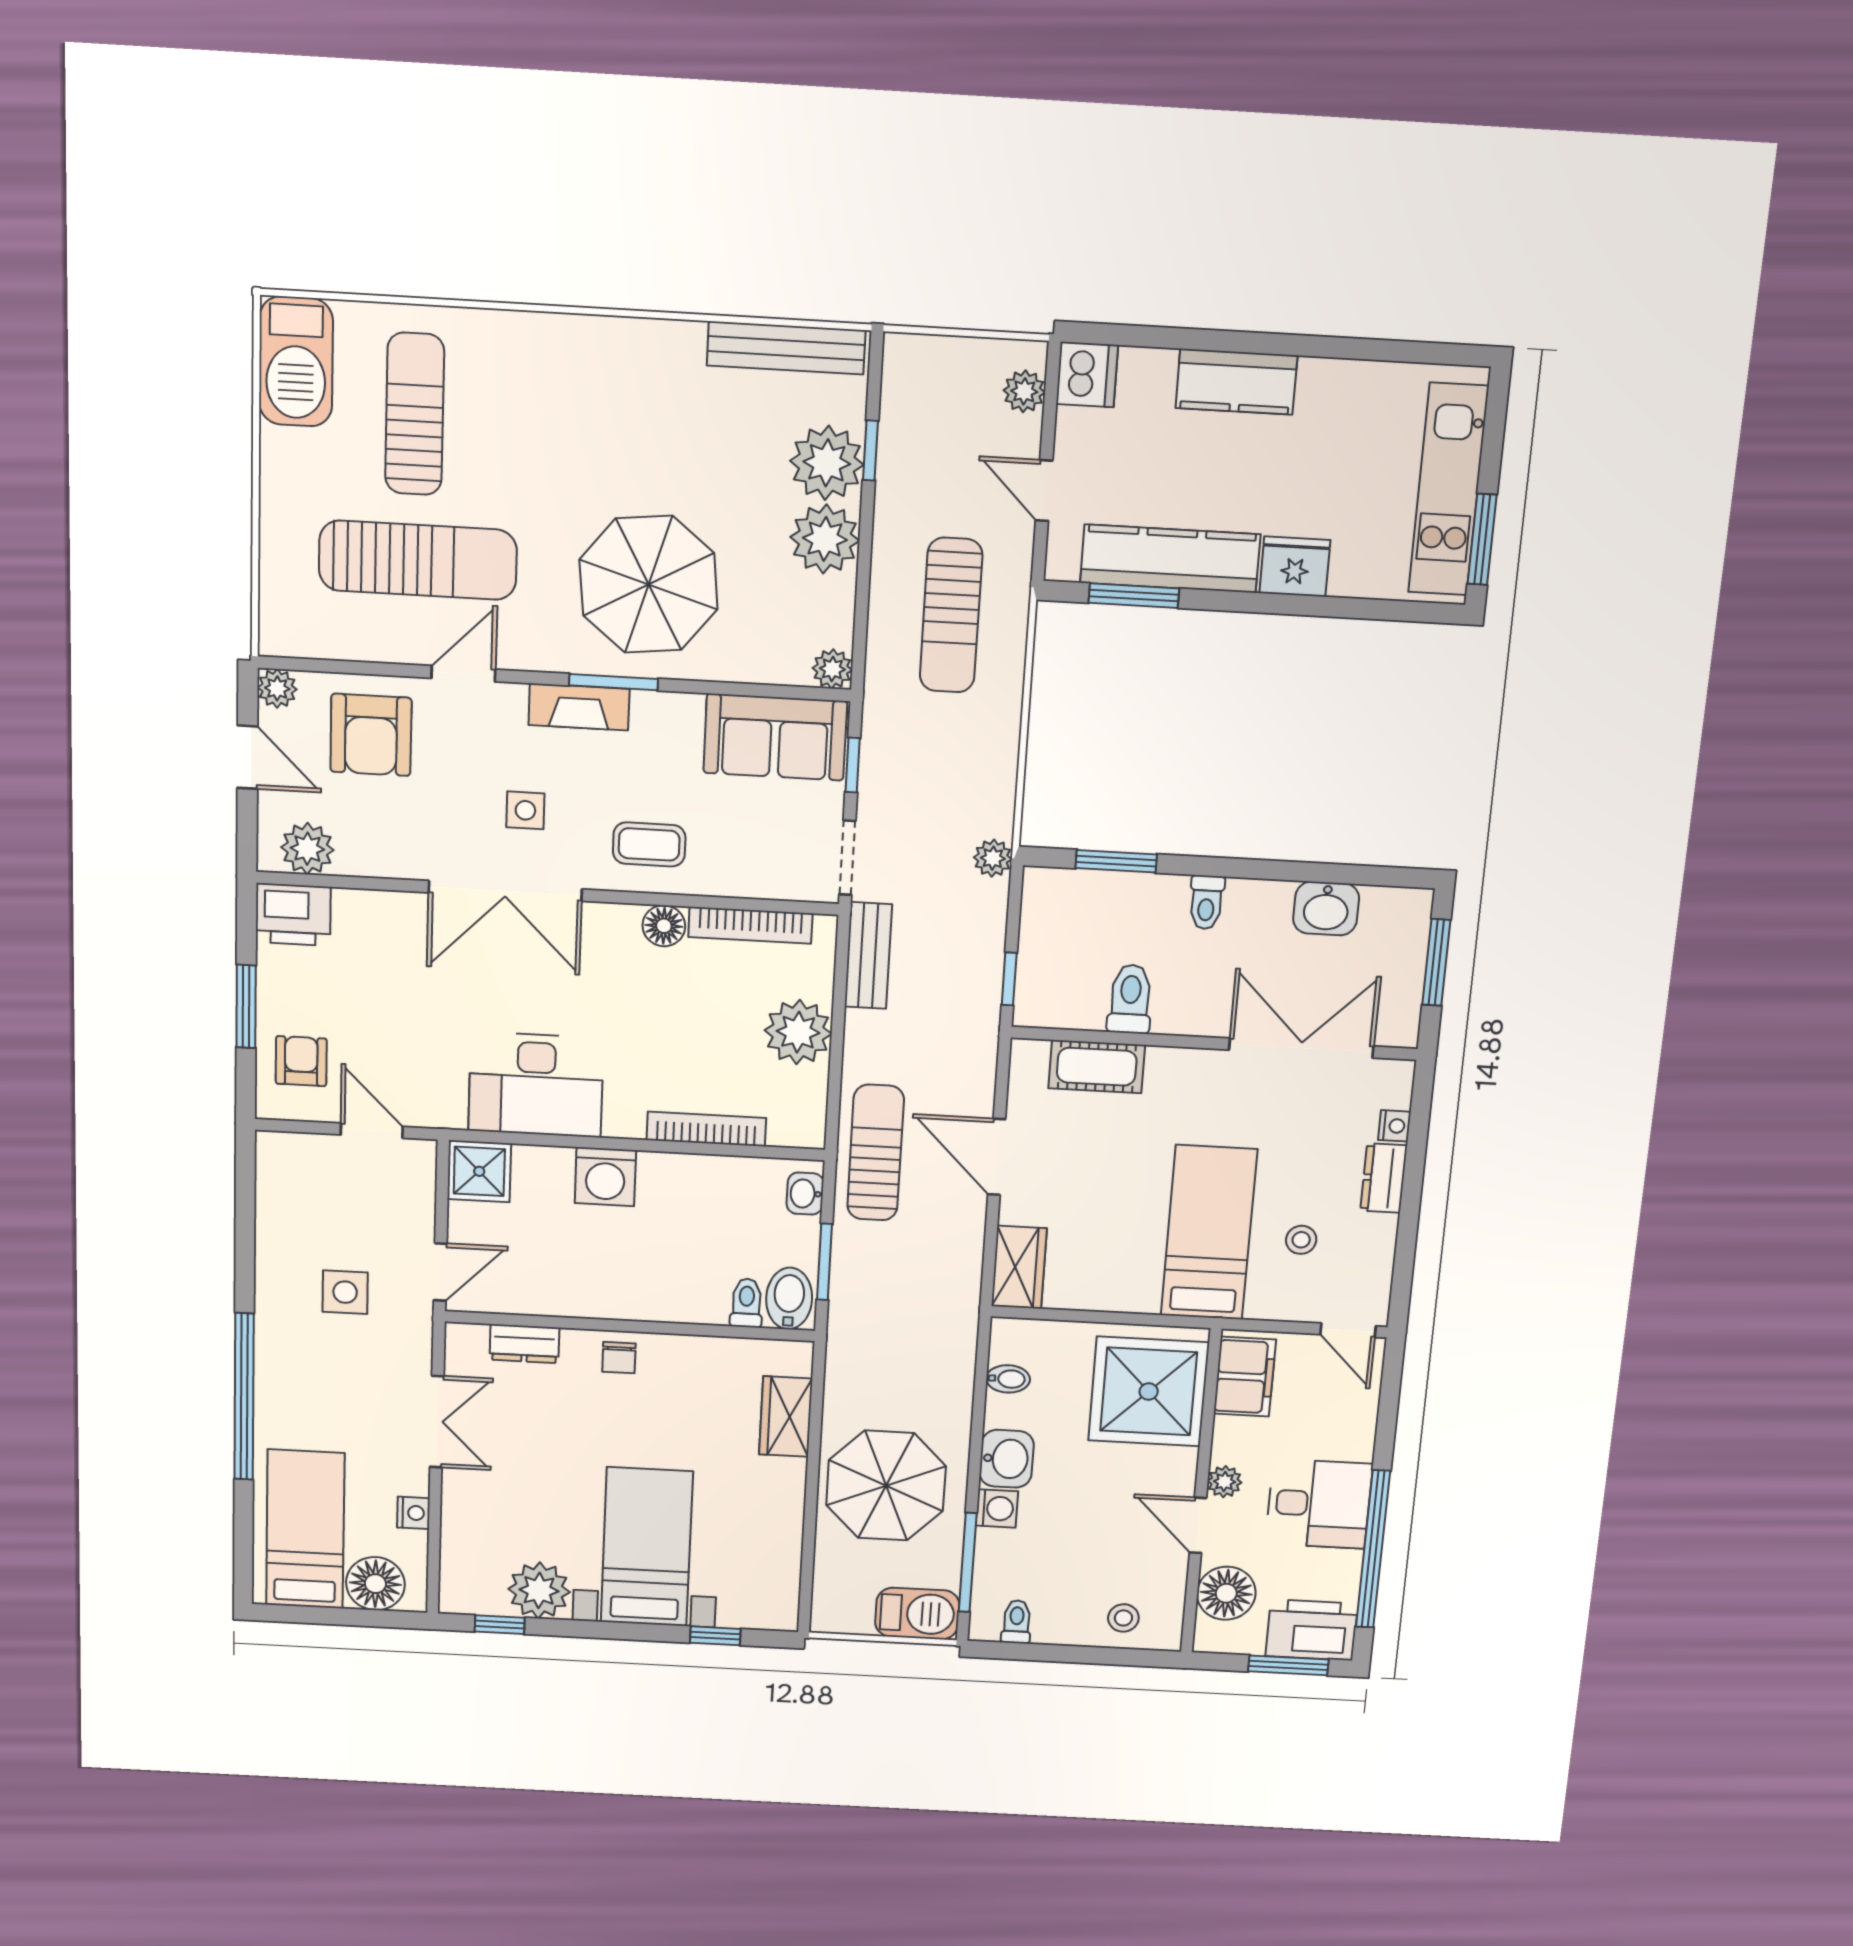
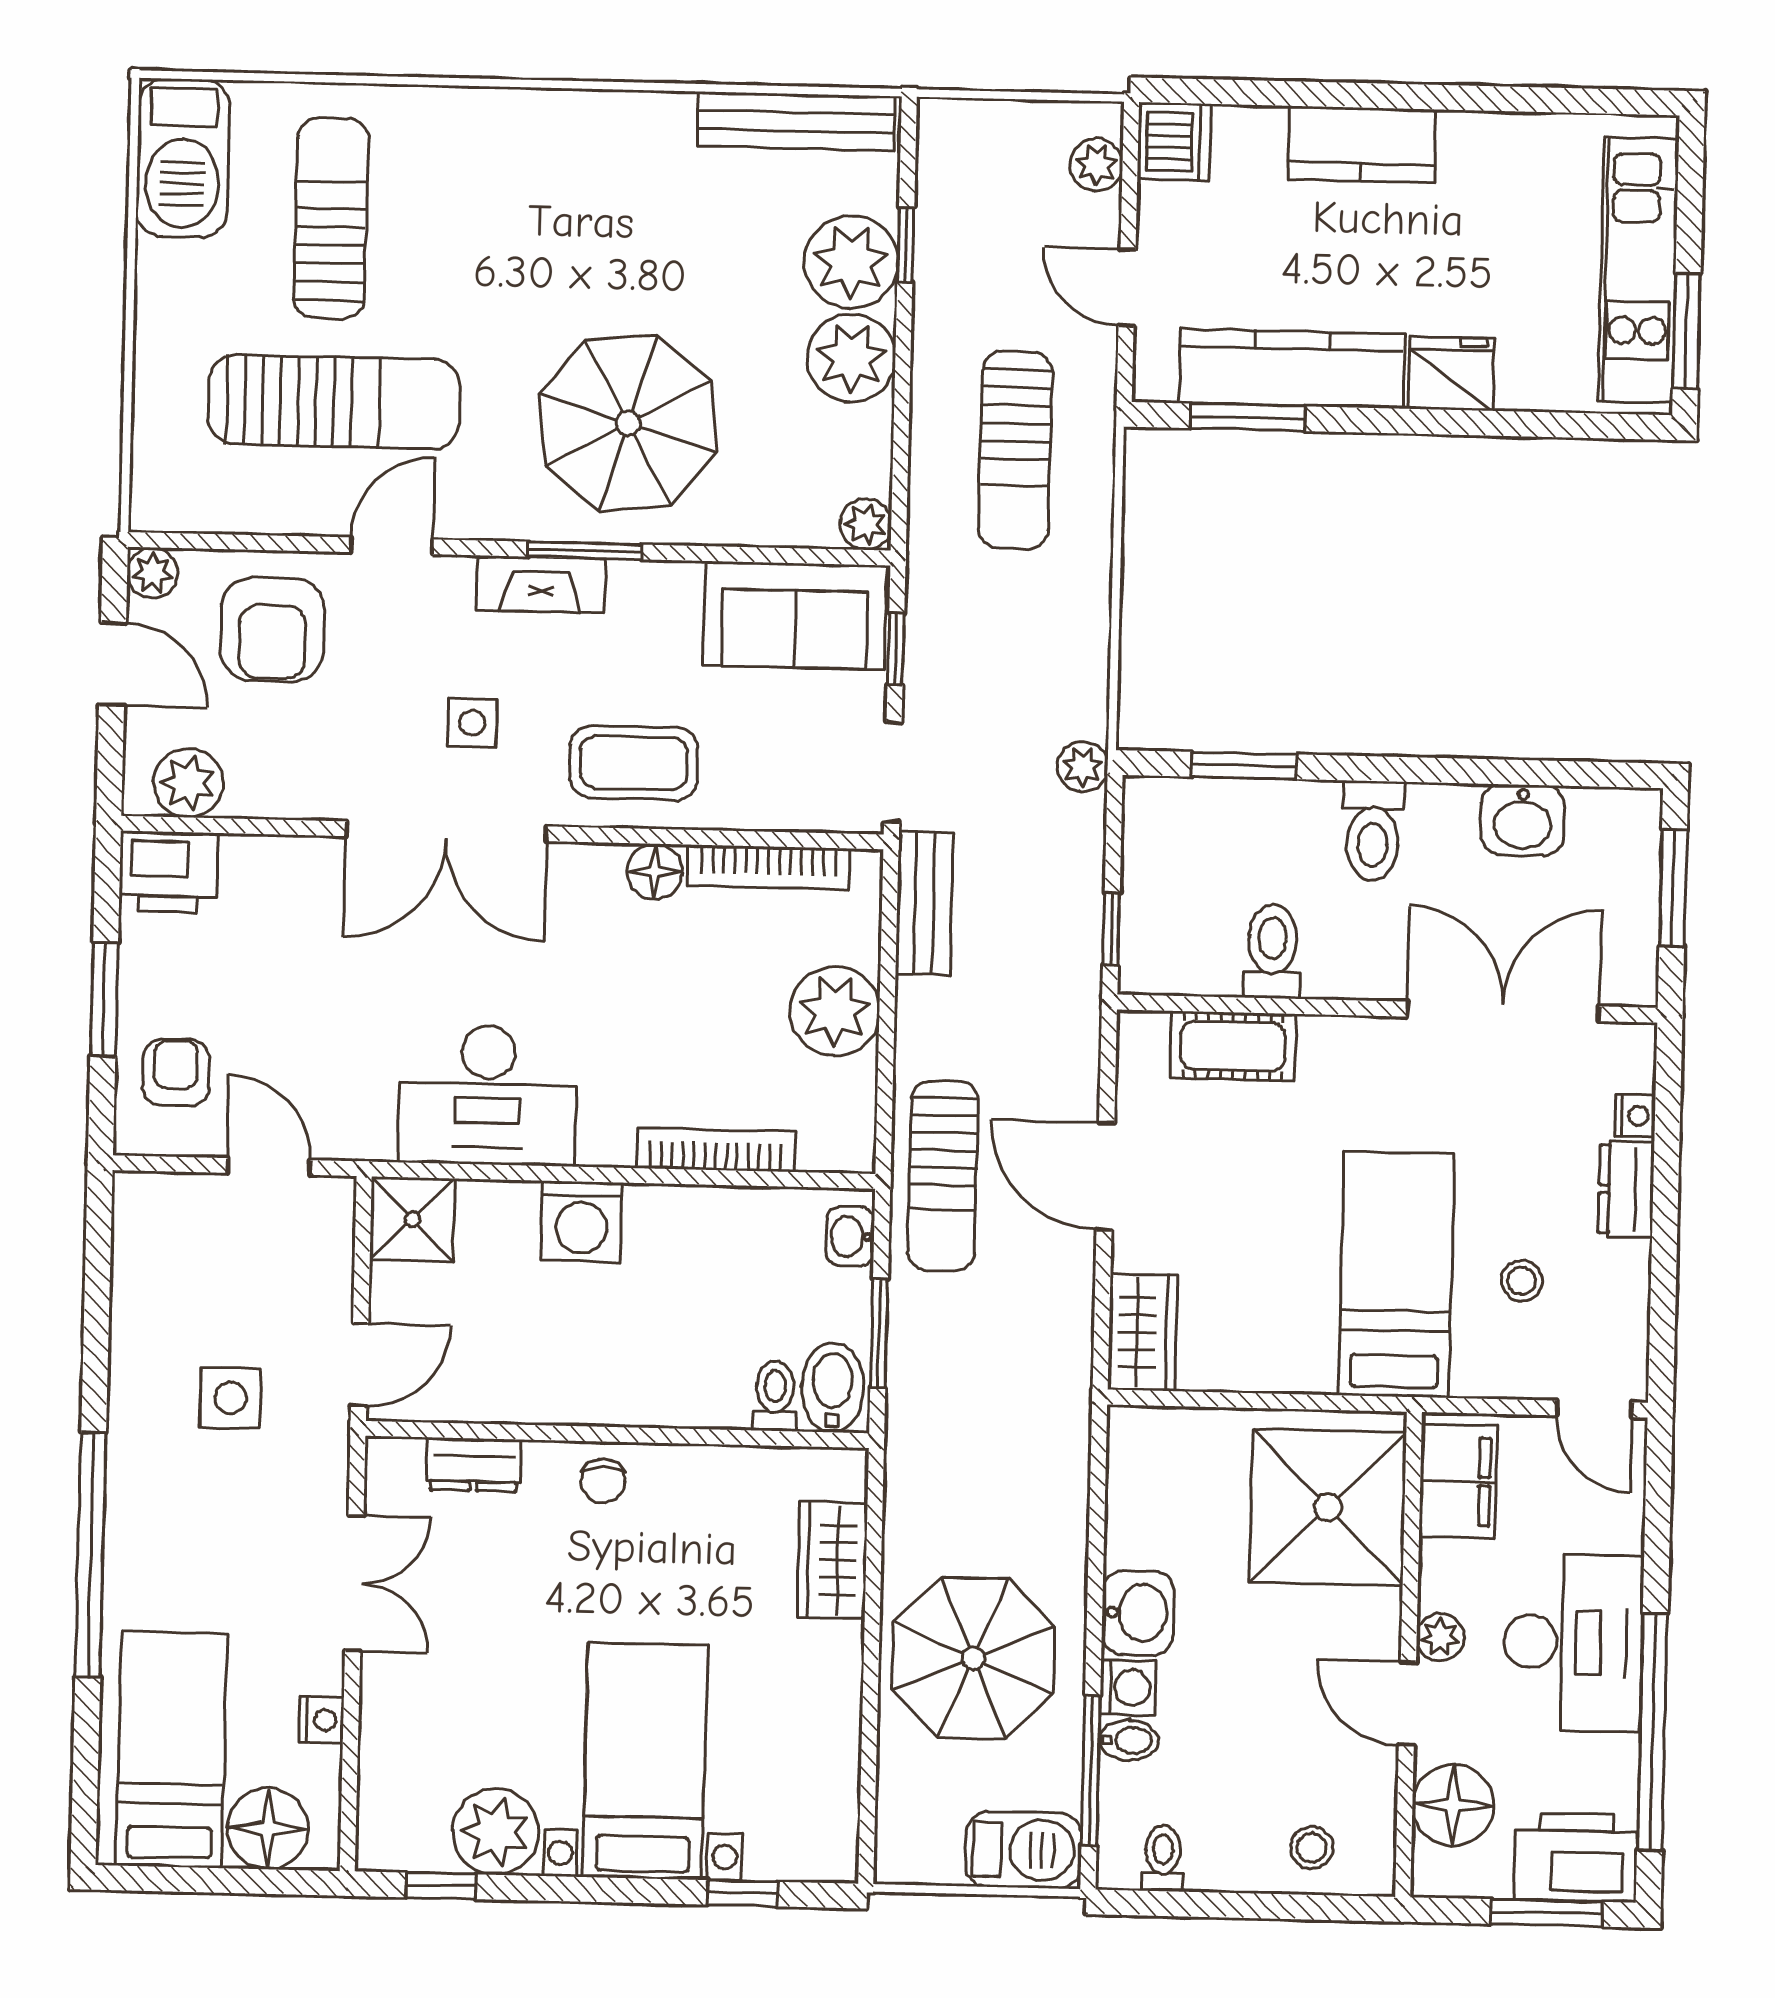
coffee table: (649, 844) -> (634, 763), width x1.36, depth x1.30
toilet: (1206, 902) -> (1373, 831), width x1.37, depth x1.39
sun lounger: (876, 1153) -> (943, 1176), turned 180
bidet: (1008, 1379) -> (1129, 1740), moved
desk: (1319, 1504) -> (1573, 1642), width x1.37

